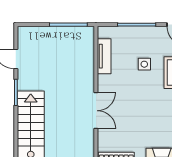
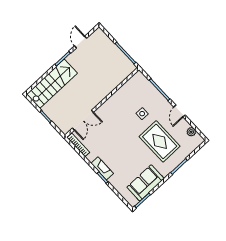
tv unit: (104, 56) -> (126, 88), removed
double door: (96, 111) -> (83, 120), moved

